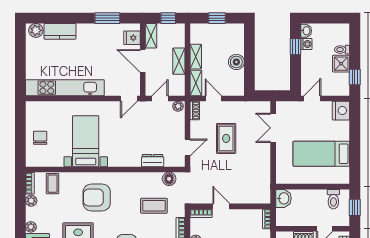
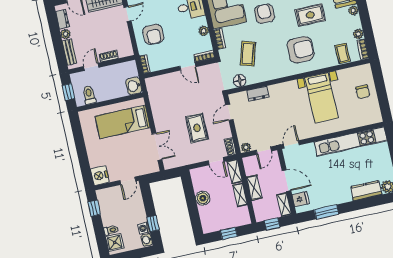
shower: (341, 64) -> (115, 242), moved
bed: (321, 154) -> (123, 122), moved, turned 180
coffee table: (154, 206) -> (248, 54), turned -73

